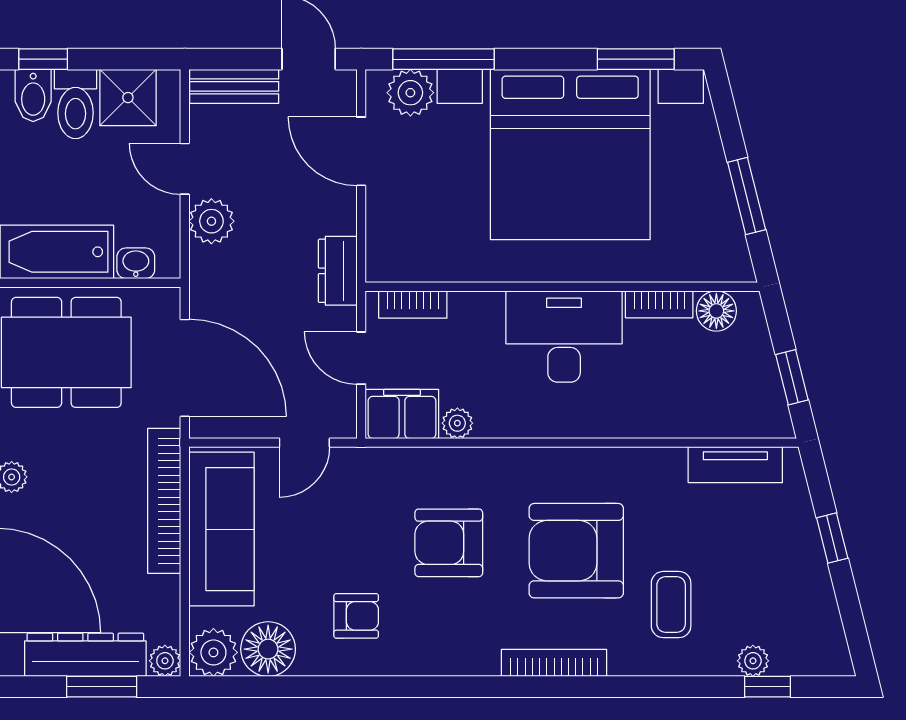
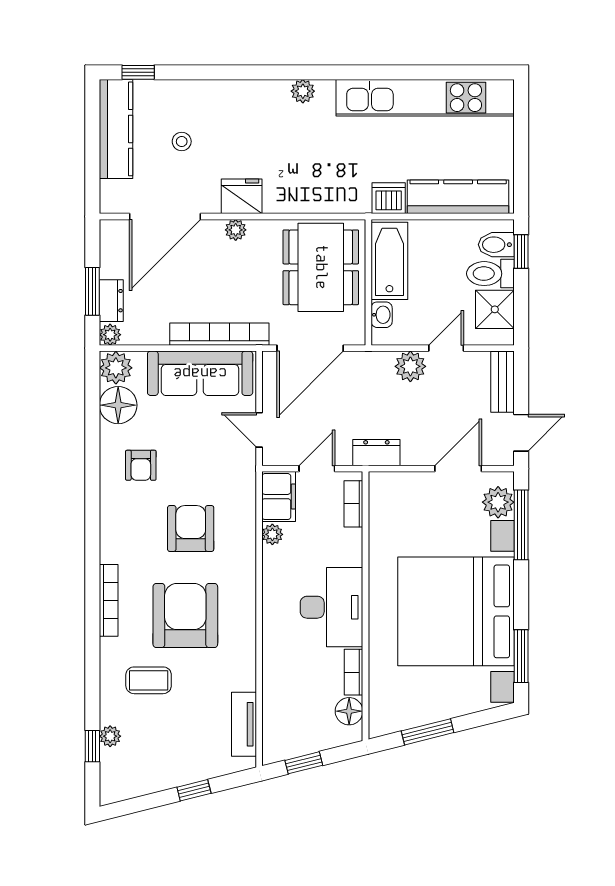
dresser: (85, 655) -> (111, 301), width x0.51, depth x0.80

